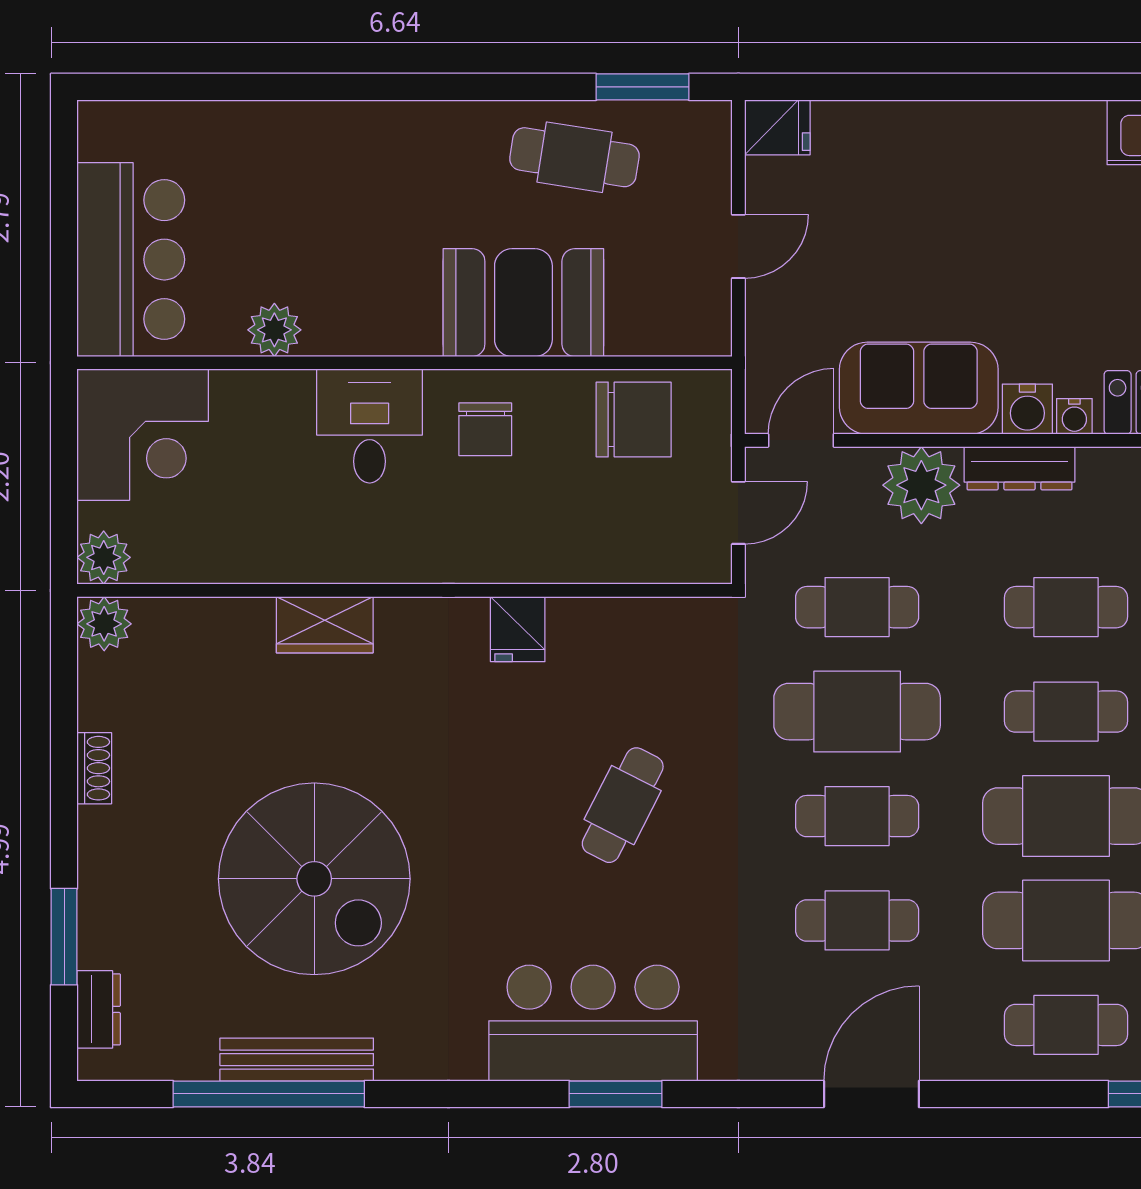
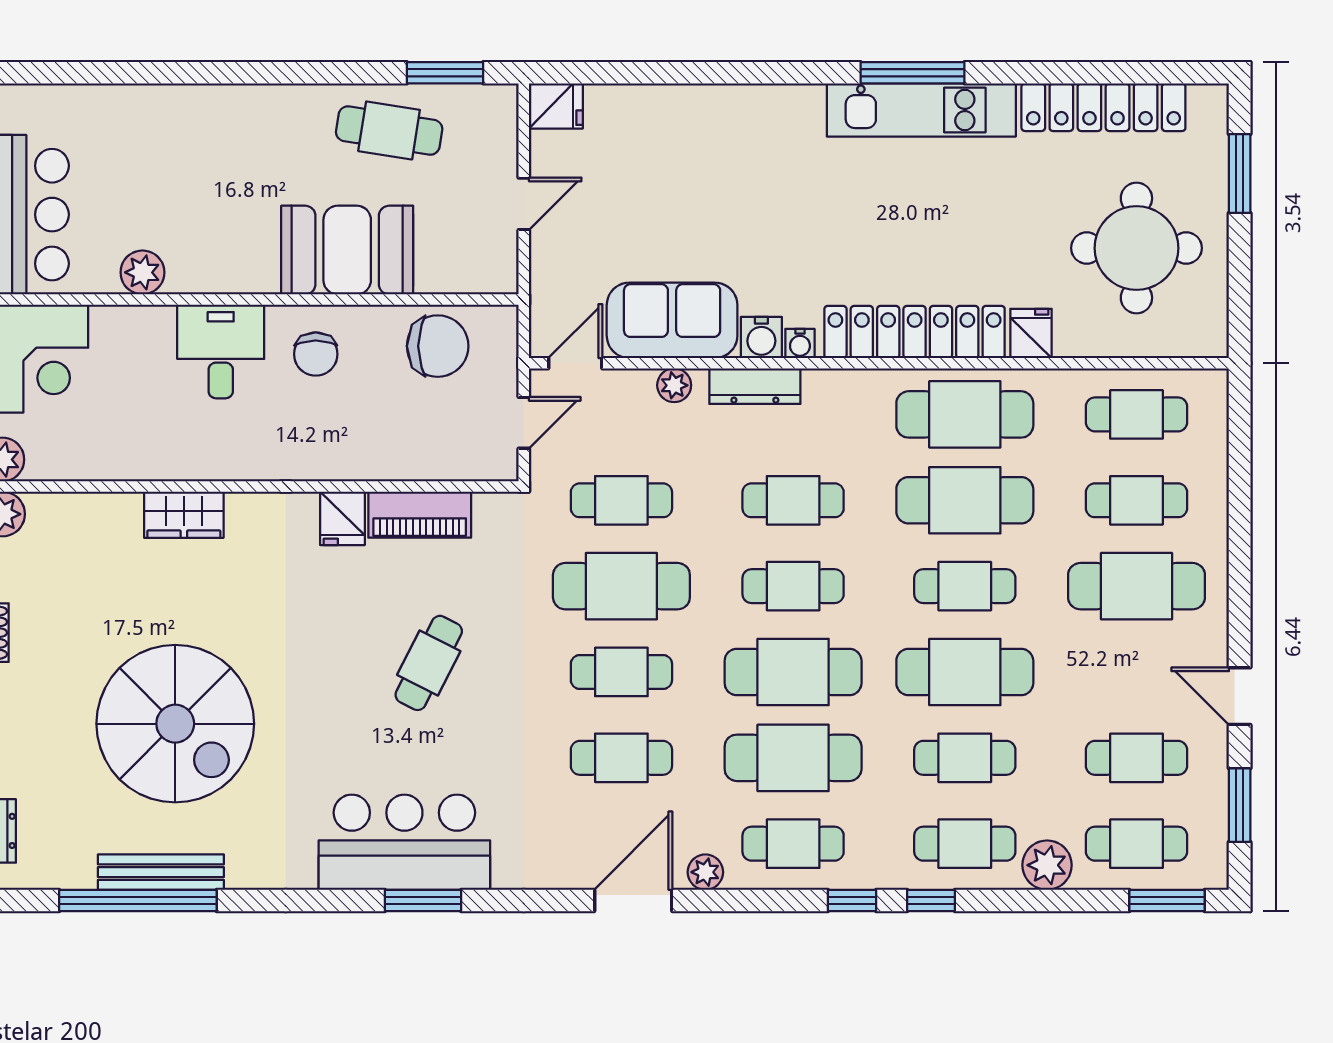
plant: (921, 485) -> (674, 385), width x0.53, depth x0.53
piano: (612, 625) -> (420, 515), added
plant: (959, 1060) -> (705, 872), added

